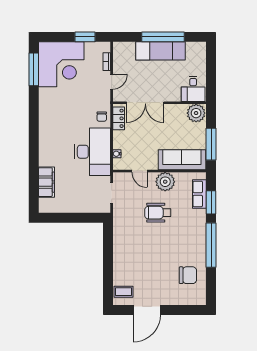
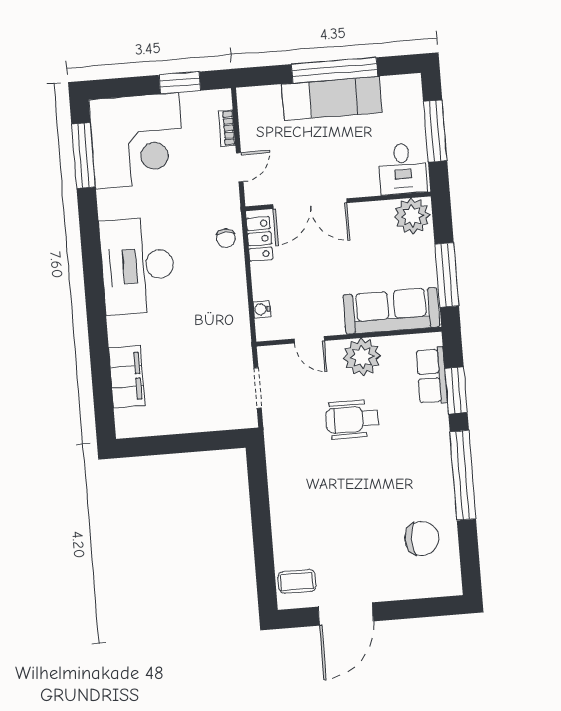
window: (211, 71) -> (435, 131), added
desk: (92, 152) -> (138, 266), moved, turned 180

